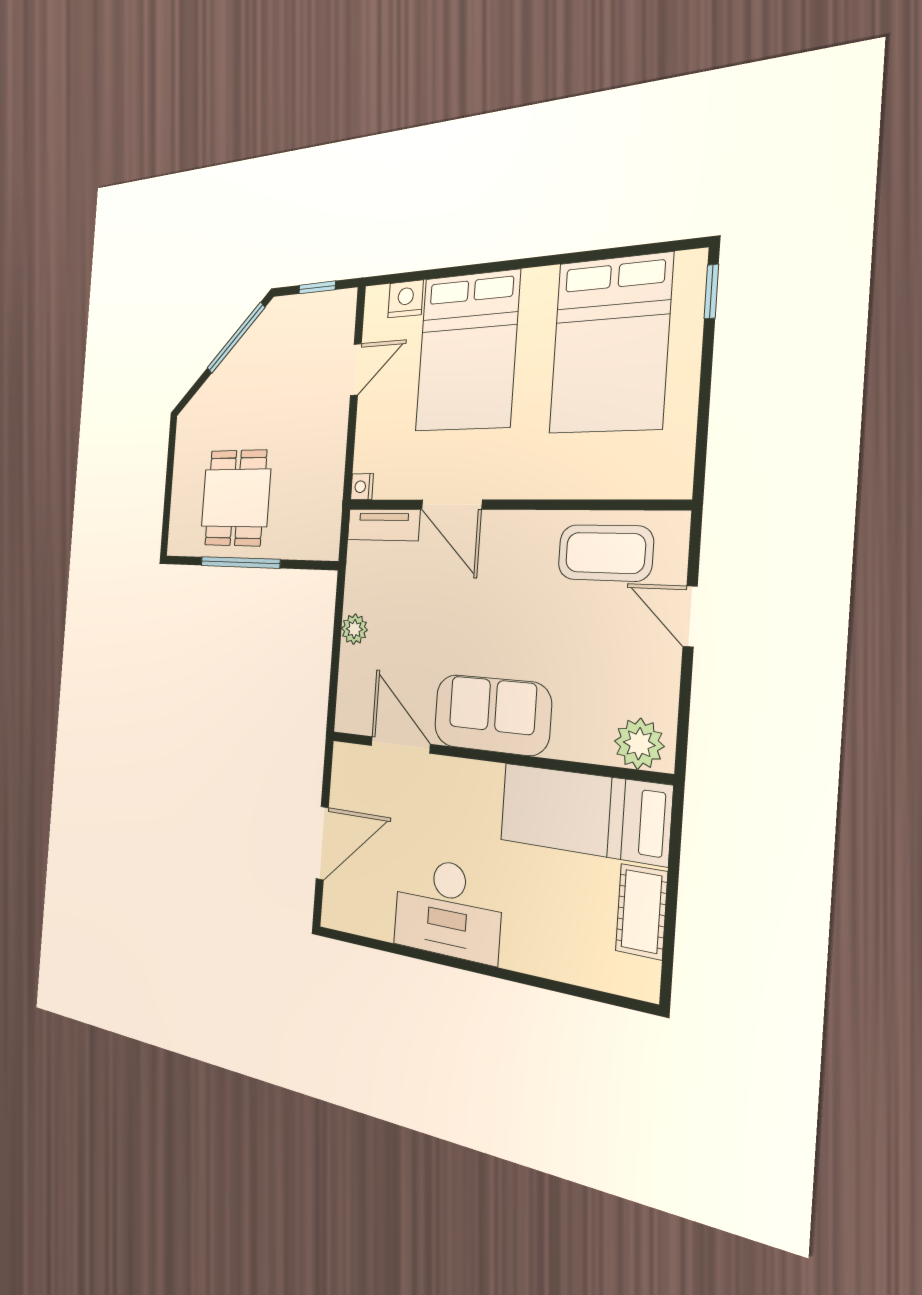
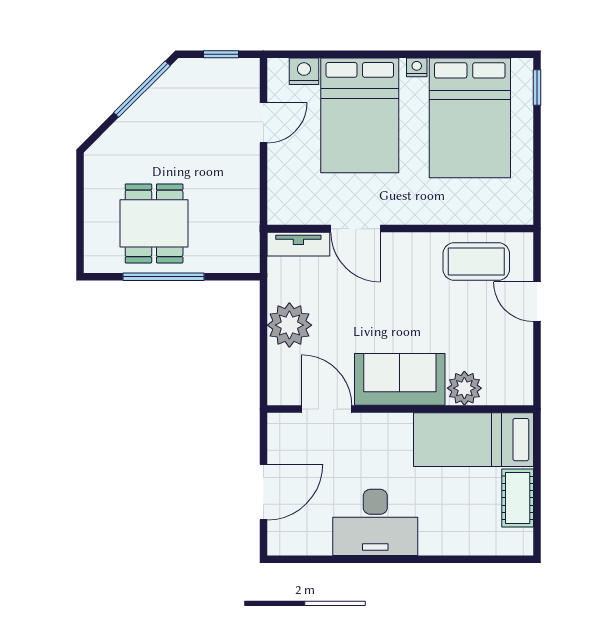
nightstand: (362, 487) -> (417, 67), moved, turned 90
plant: (354, 629) -> (289, 325), width x1.87, depth x1.87
plant: (639, 744) -> (464, 388), moved

